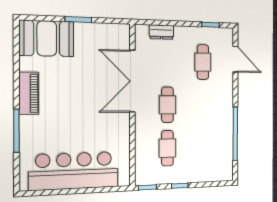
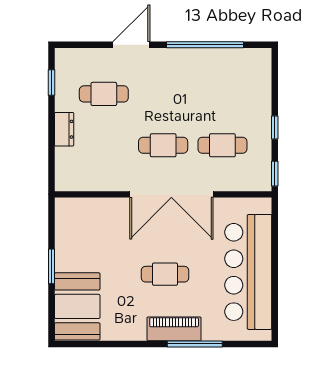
dresser: (161, 32) -> (64, 129), moved
door: (235, 59) -> (131, 45), moved
double door: (132, 81) -> (171, 194), moved
piano: (29, 93) -> (174, 329), moved
cafe table: (72, 107) -> (165, 274), added

